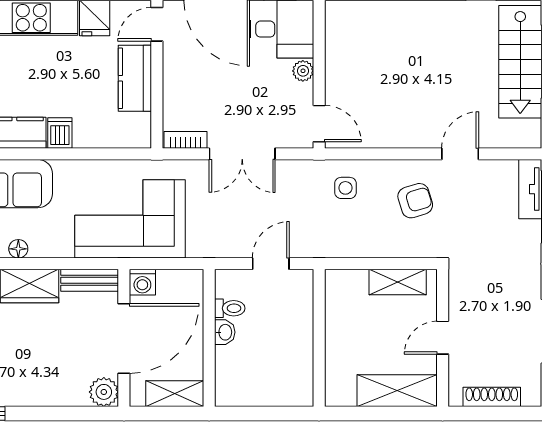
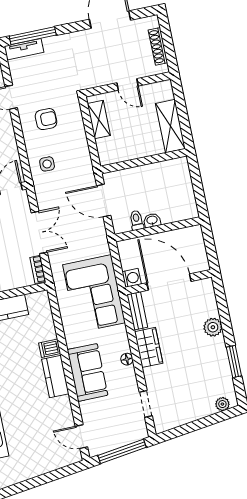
armchair: (415, 201) -> (46, 119), turned 107
door: (271, 264) -> (104, 201), width x1.38
shelving: (397, 391) -> (170, 126), moved
plant: (104, 392) -> (213, 327), moved
shelving: (175, 394) -> (197, 243), removed

